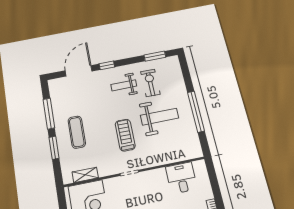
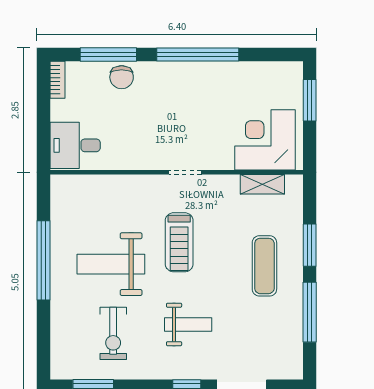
weight bench: (124, 85) -> (188, 324), moved
desk: (181, 178) -> (75, 145), moved, turned 90

